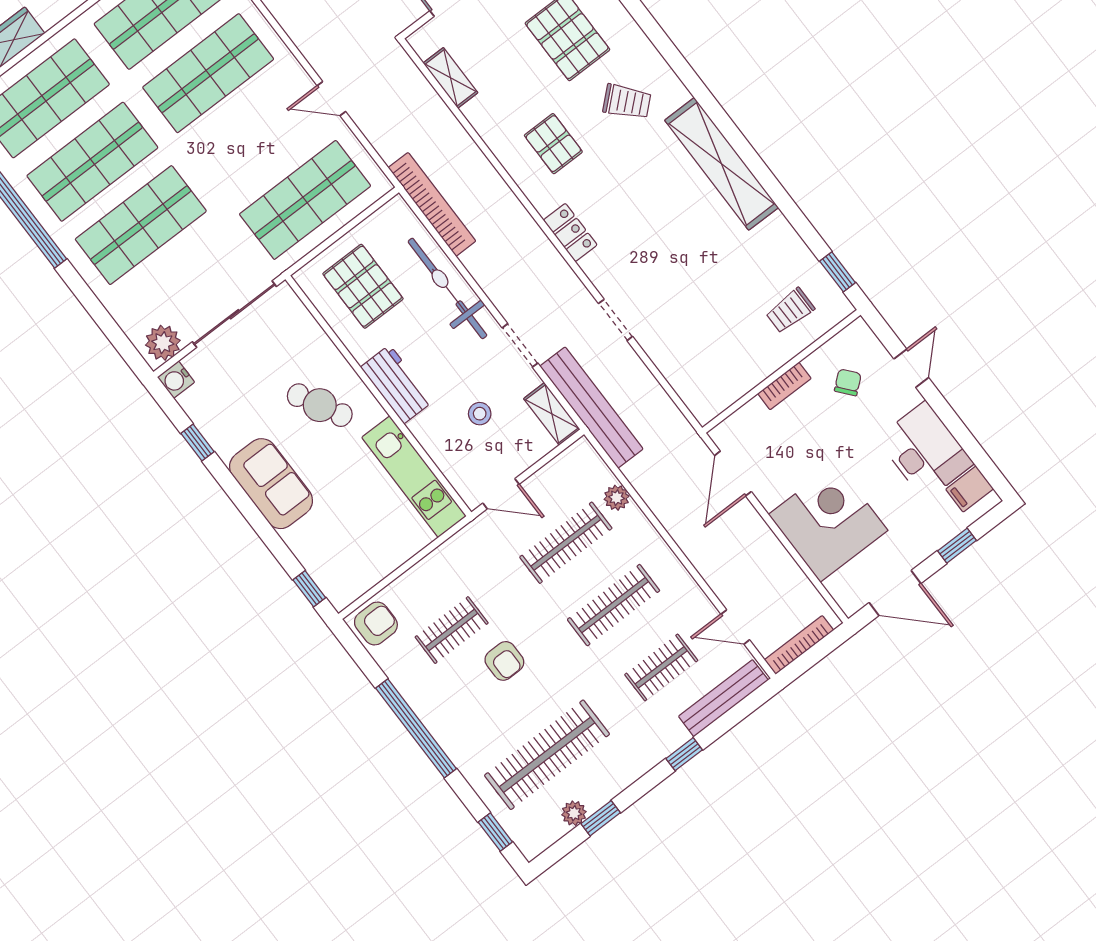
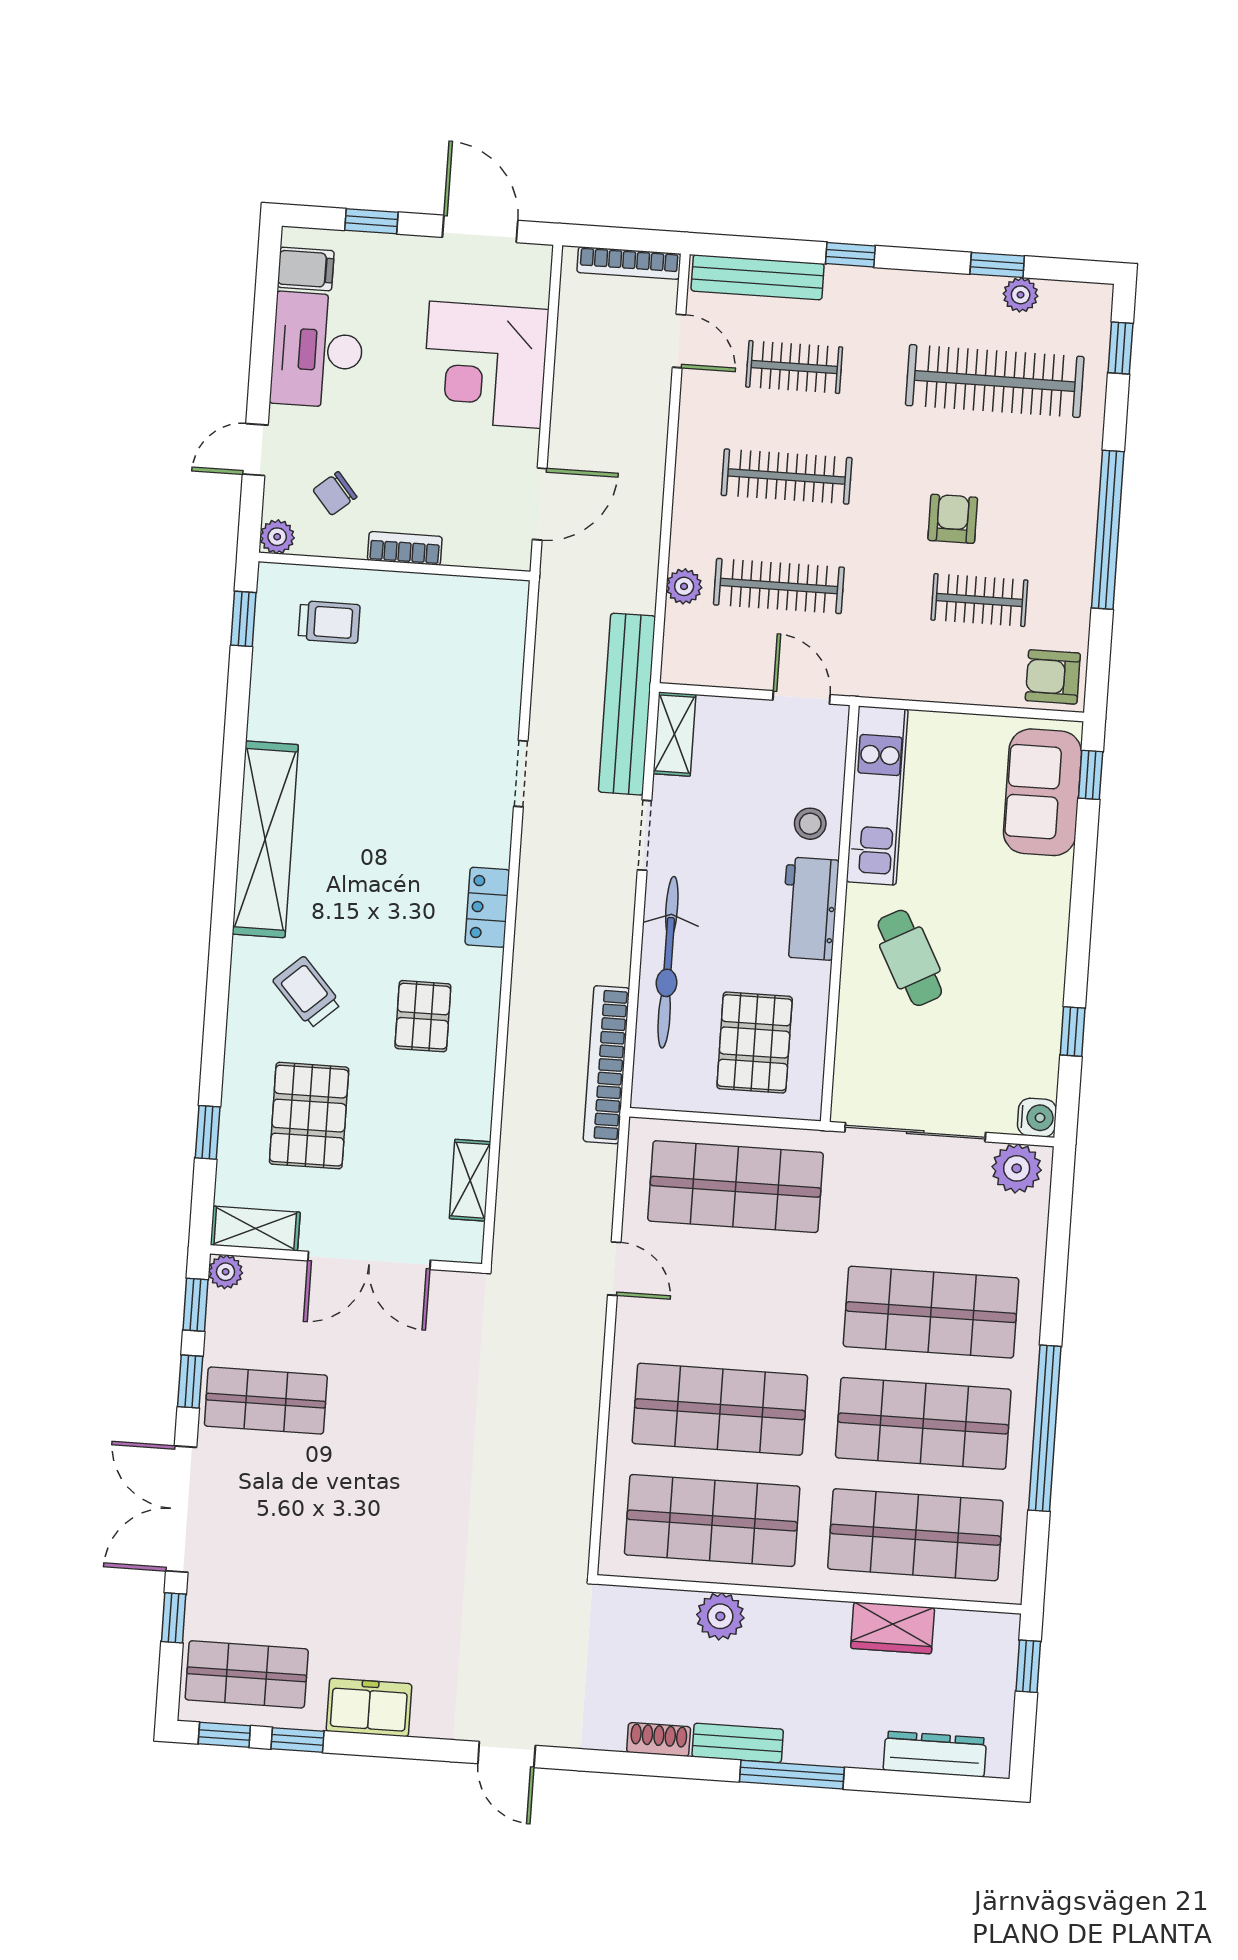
plant: (858, 332) -> (277, 537), added
stool: (480, 414) -> (810, 824), moved
sofa: (271, 484) -> (1042, 792), moved

